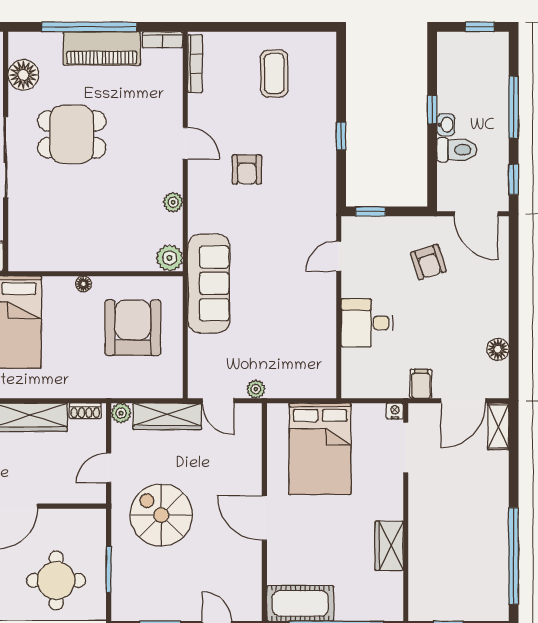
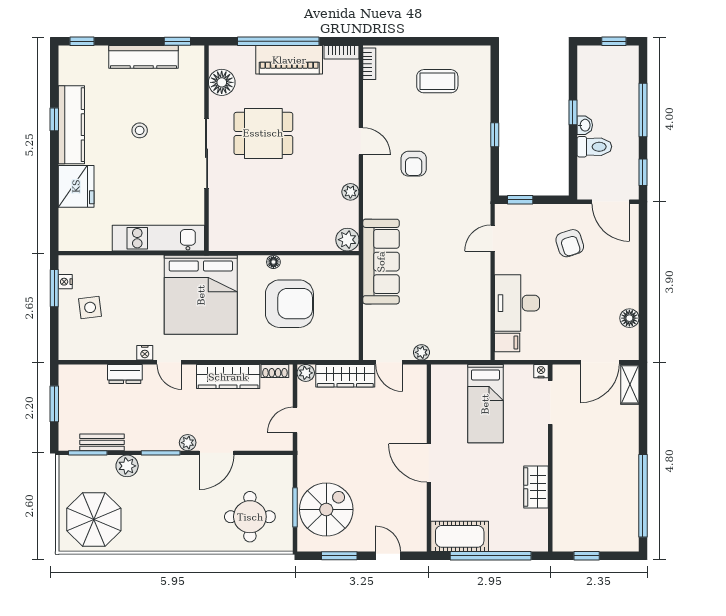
bookcase: (195, 64) -> (369, 64), width x0.64
coffee table: (274, 74) -> (437, 81), turned 90
desk: (367, 323) -> (517, 303), width x1.37
armchair: (133, 328) -> (289, 304), moved, turned 90
filing cabinet: (421, 384) -> (507, 342), moved, turned 90
bed: (320, 449) -> (485, 404), width x0.67
spiral stairs: (161, 515) -> (326, 510), moved, turned 90

